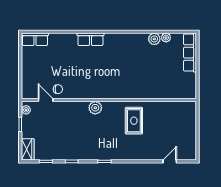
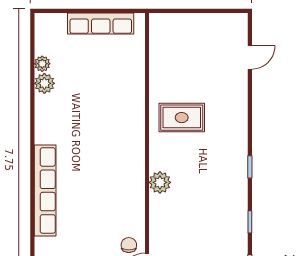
row of seats: (90, 39) -> (45, 190), width x2.02
row of seats: (190, 53) -> (101, 24), moved
door: (170, 161) -> (250, 57), swing flipped

